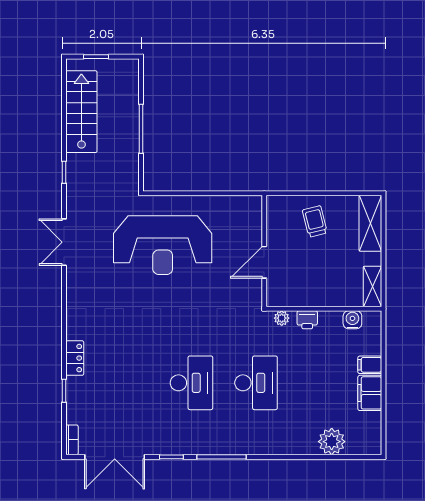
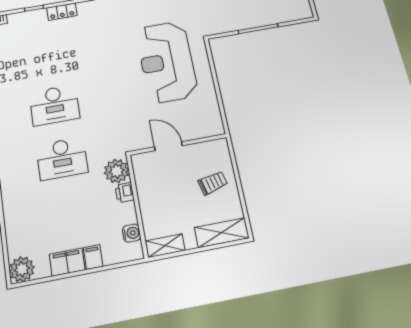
plant: (282, 318) -> (117, 171), width x1.88, depth x1.88
plant: (332, 442) -> (22, 269), moved

